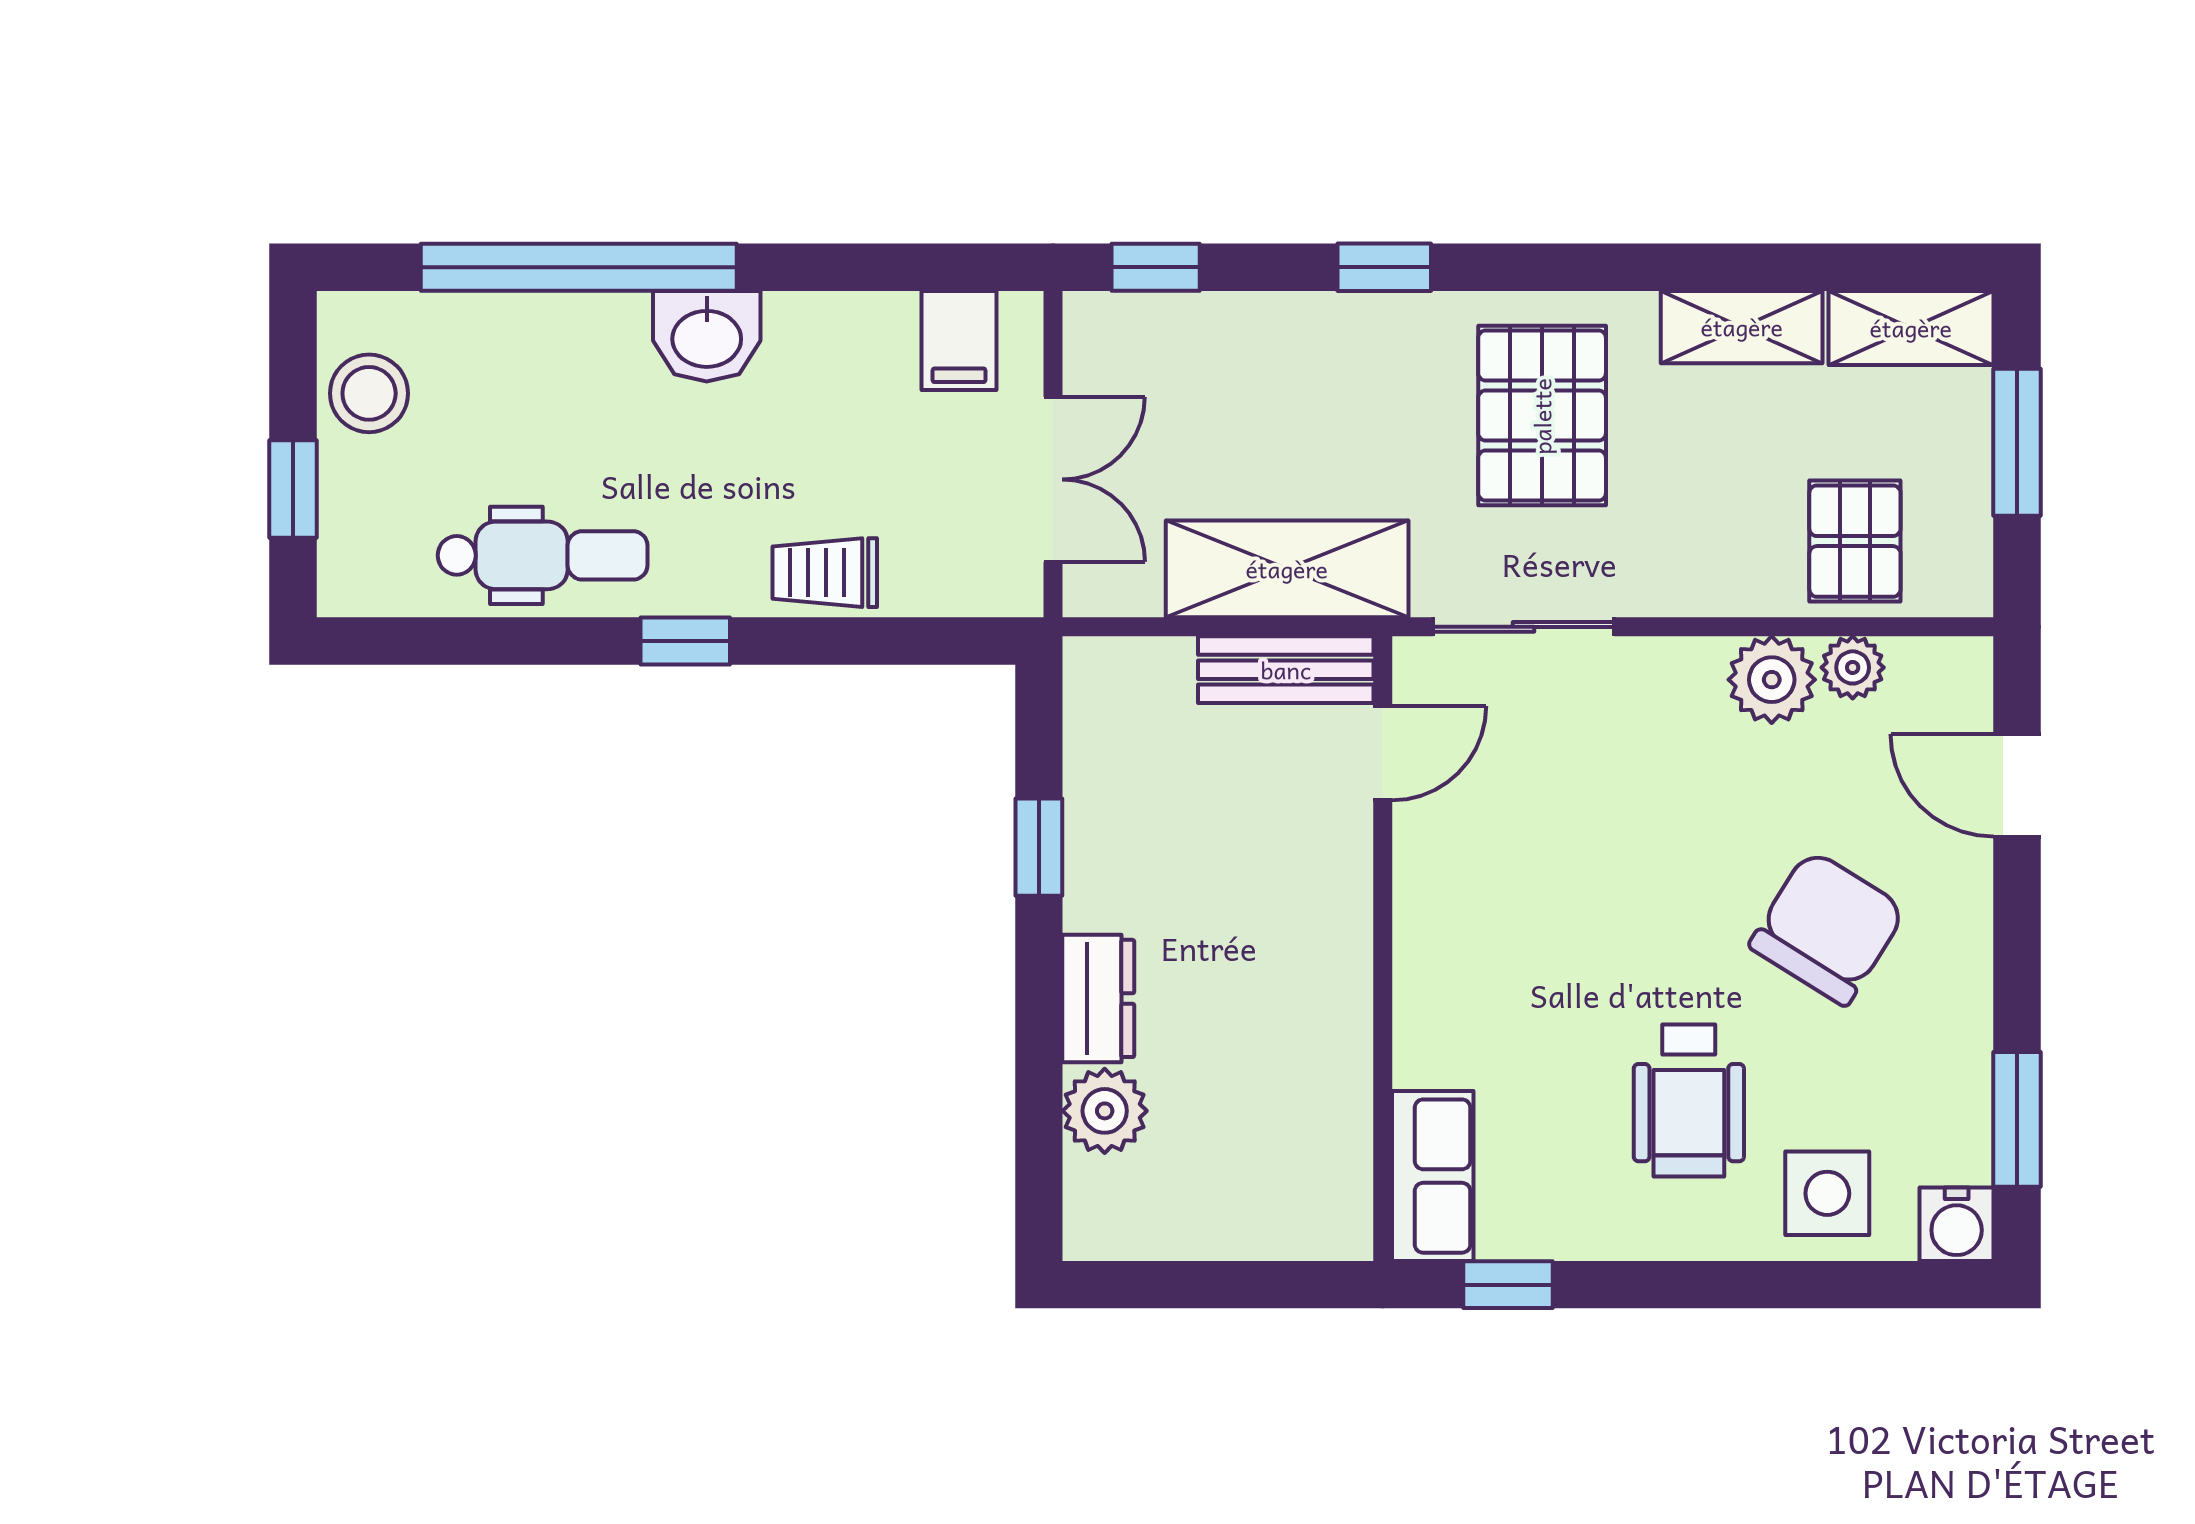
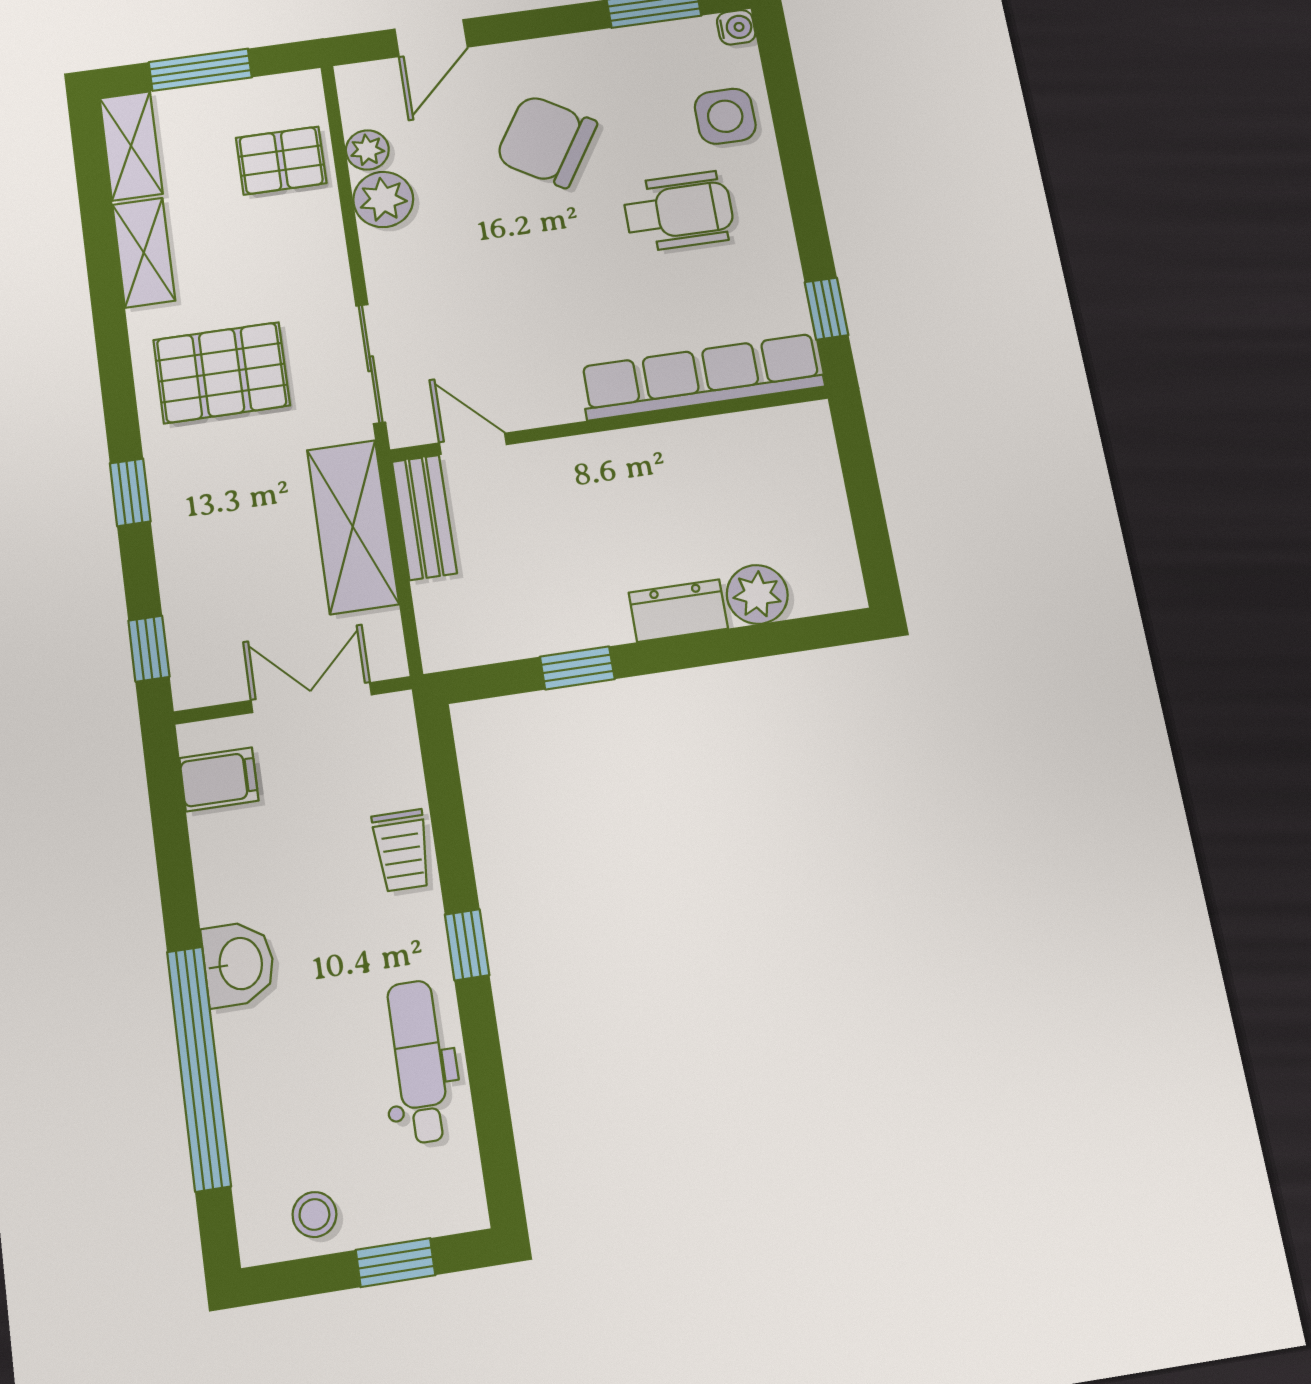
stool: (369, 393) -> (314, 1215), width x0.73, depth x0.73
row of seats: (1433, 1176) -> (702, 377), width x2.02
water cooler: (1957, 1224) -> (736, 27), width x0.72, depth x0.72

